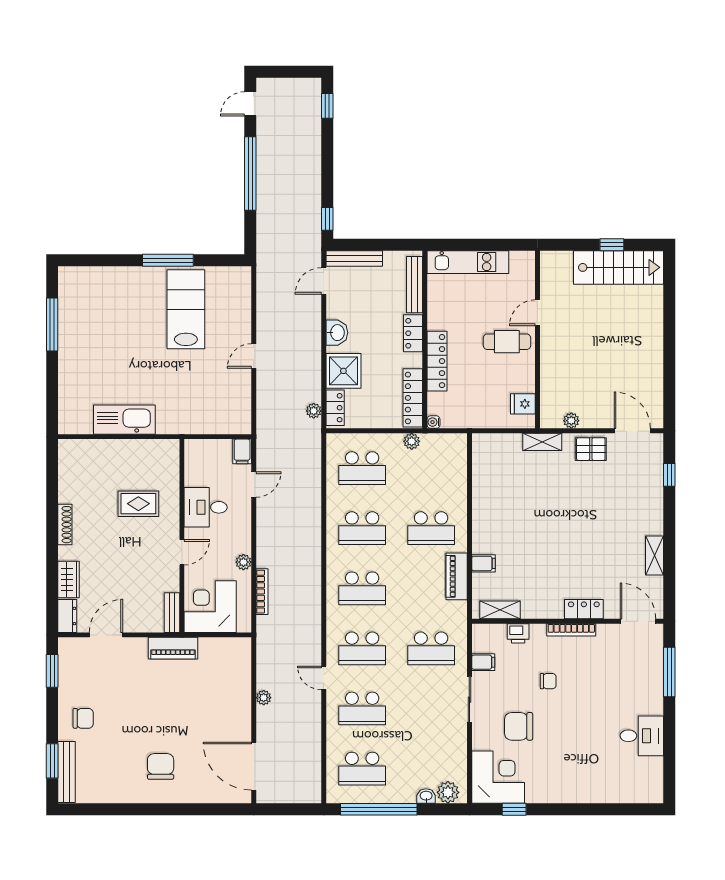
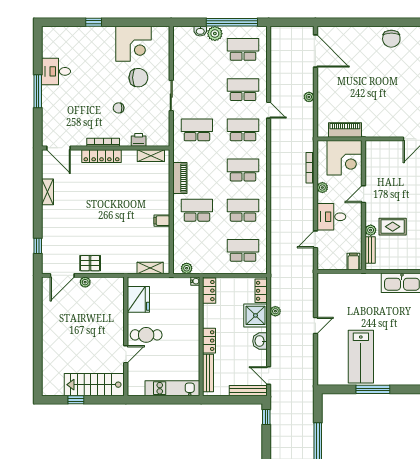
stairs: (619, 267) -> (94, 385), moved
door: (324, 281) -> (269, 376), swing flipped
locker: (437, 361) -> (193, 322), removed
locker: (413, 398) -> (209, 291), width x0.66
fridge: (523, 404) -> (138, 299), width x1.88, depth x1.34
plant: (314, 411) -> (275, 311), moved
plant: (571, 421) -> (85, 282), moved
door: (632, 431) -> (62, 275), hinge flipped
plant: (412, 441) -> (187, 268), moved
shelving: (542, 442) -> (150, 268), moved
filing cabinet: (242, 451) -> (353, 262), moved
plant: (171, 498) -> (371, 230), added
desk: (206, 507) -> (331, 217), moved, turned 180
filing cabinet: (483, 563) -> (162, 221), moved
locker: (584, 609) -> (102, 156), width x1.53
bench: (172, 613) -> (370, 250), moved
piano: (173, 648) -> (345, 130), moved
filing cabinet: (483, 662) -> (162, 121), removed
window: (669, 672) -> (38, 91), moved
chair: (161, 766) -> (391, 39), moved
corner desk: (498, 777) -> (134, 44), moved, turned -90
plant: (448, 792) -> (215, 34), moved
window: (514, 809) -> (94, 22), moved

